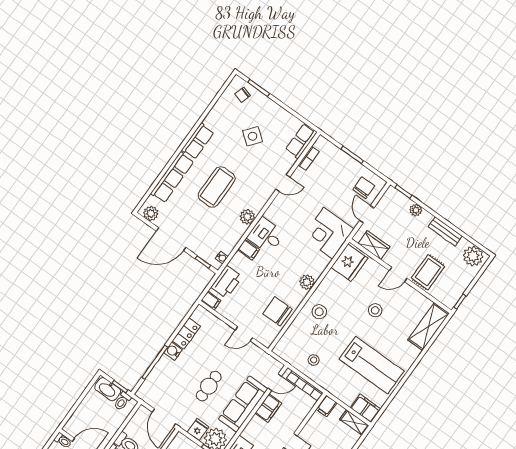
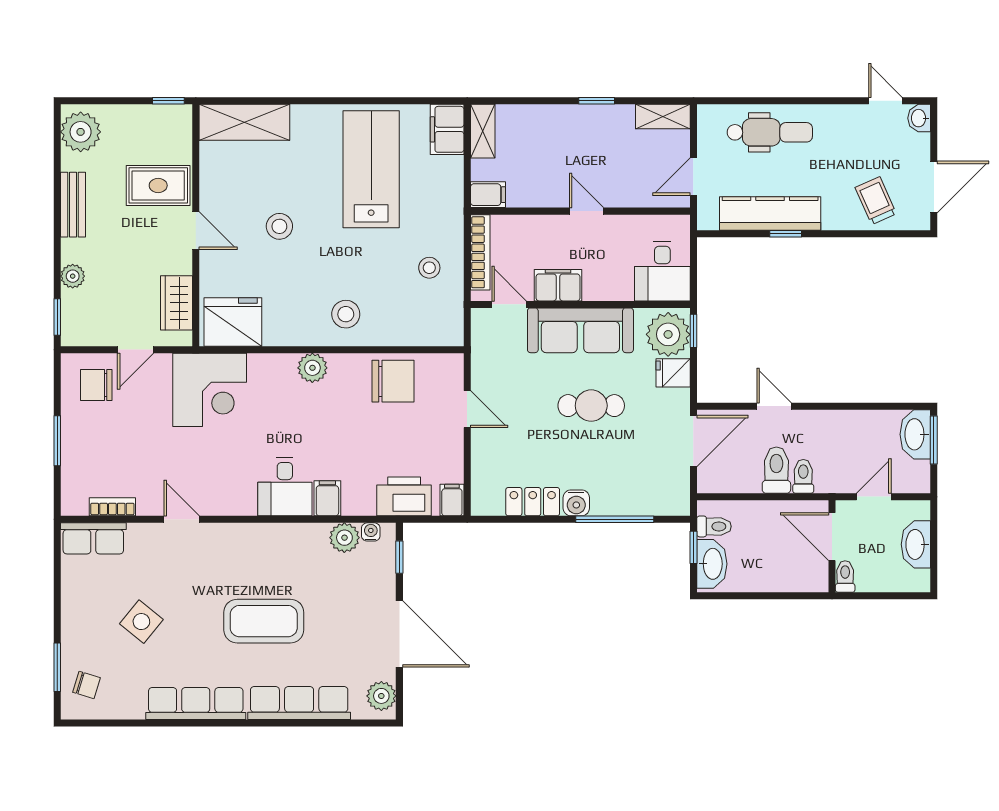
row of seats: (198, 141) -> (196, 703), width x1.48
plant: (247, 217) -> (344, 538), moved
chair: (278, 311) -> (393, 381), turned -90

